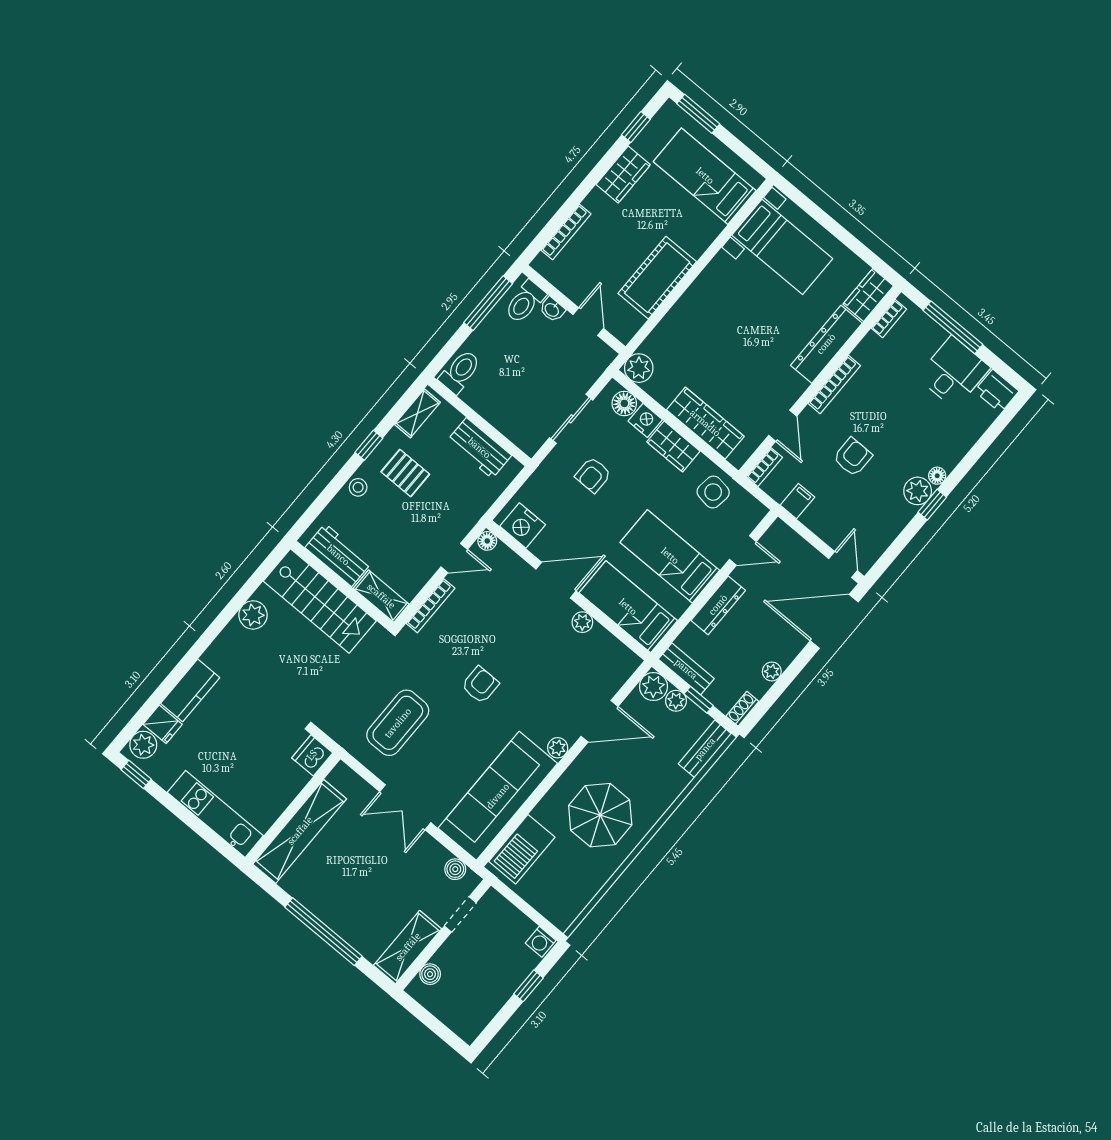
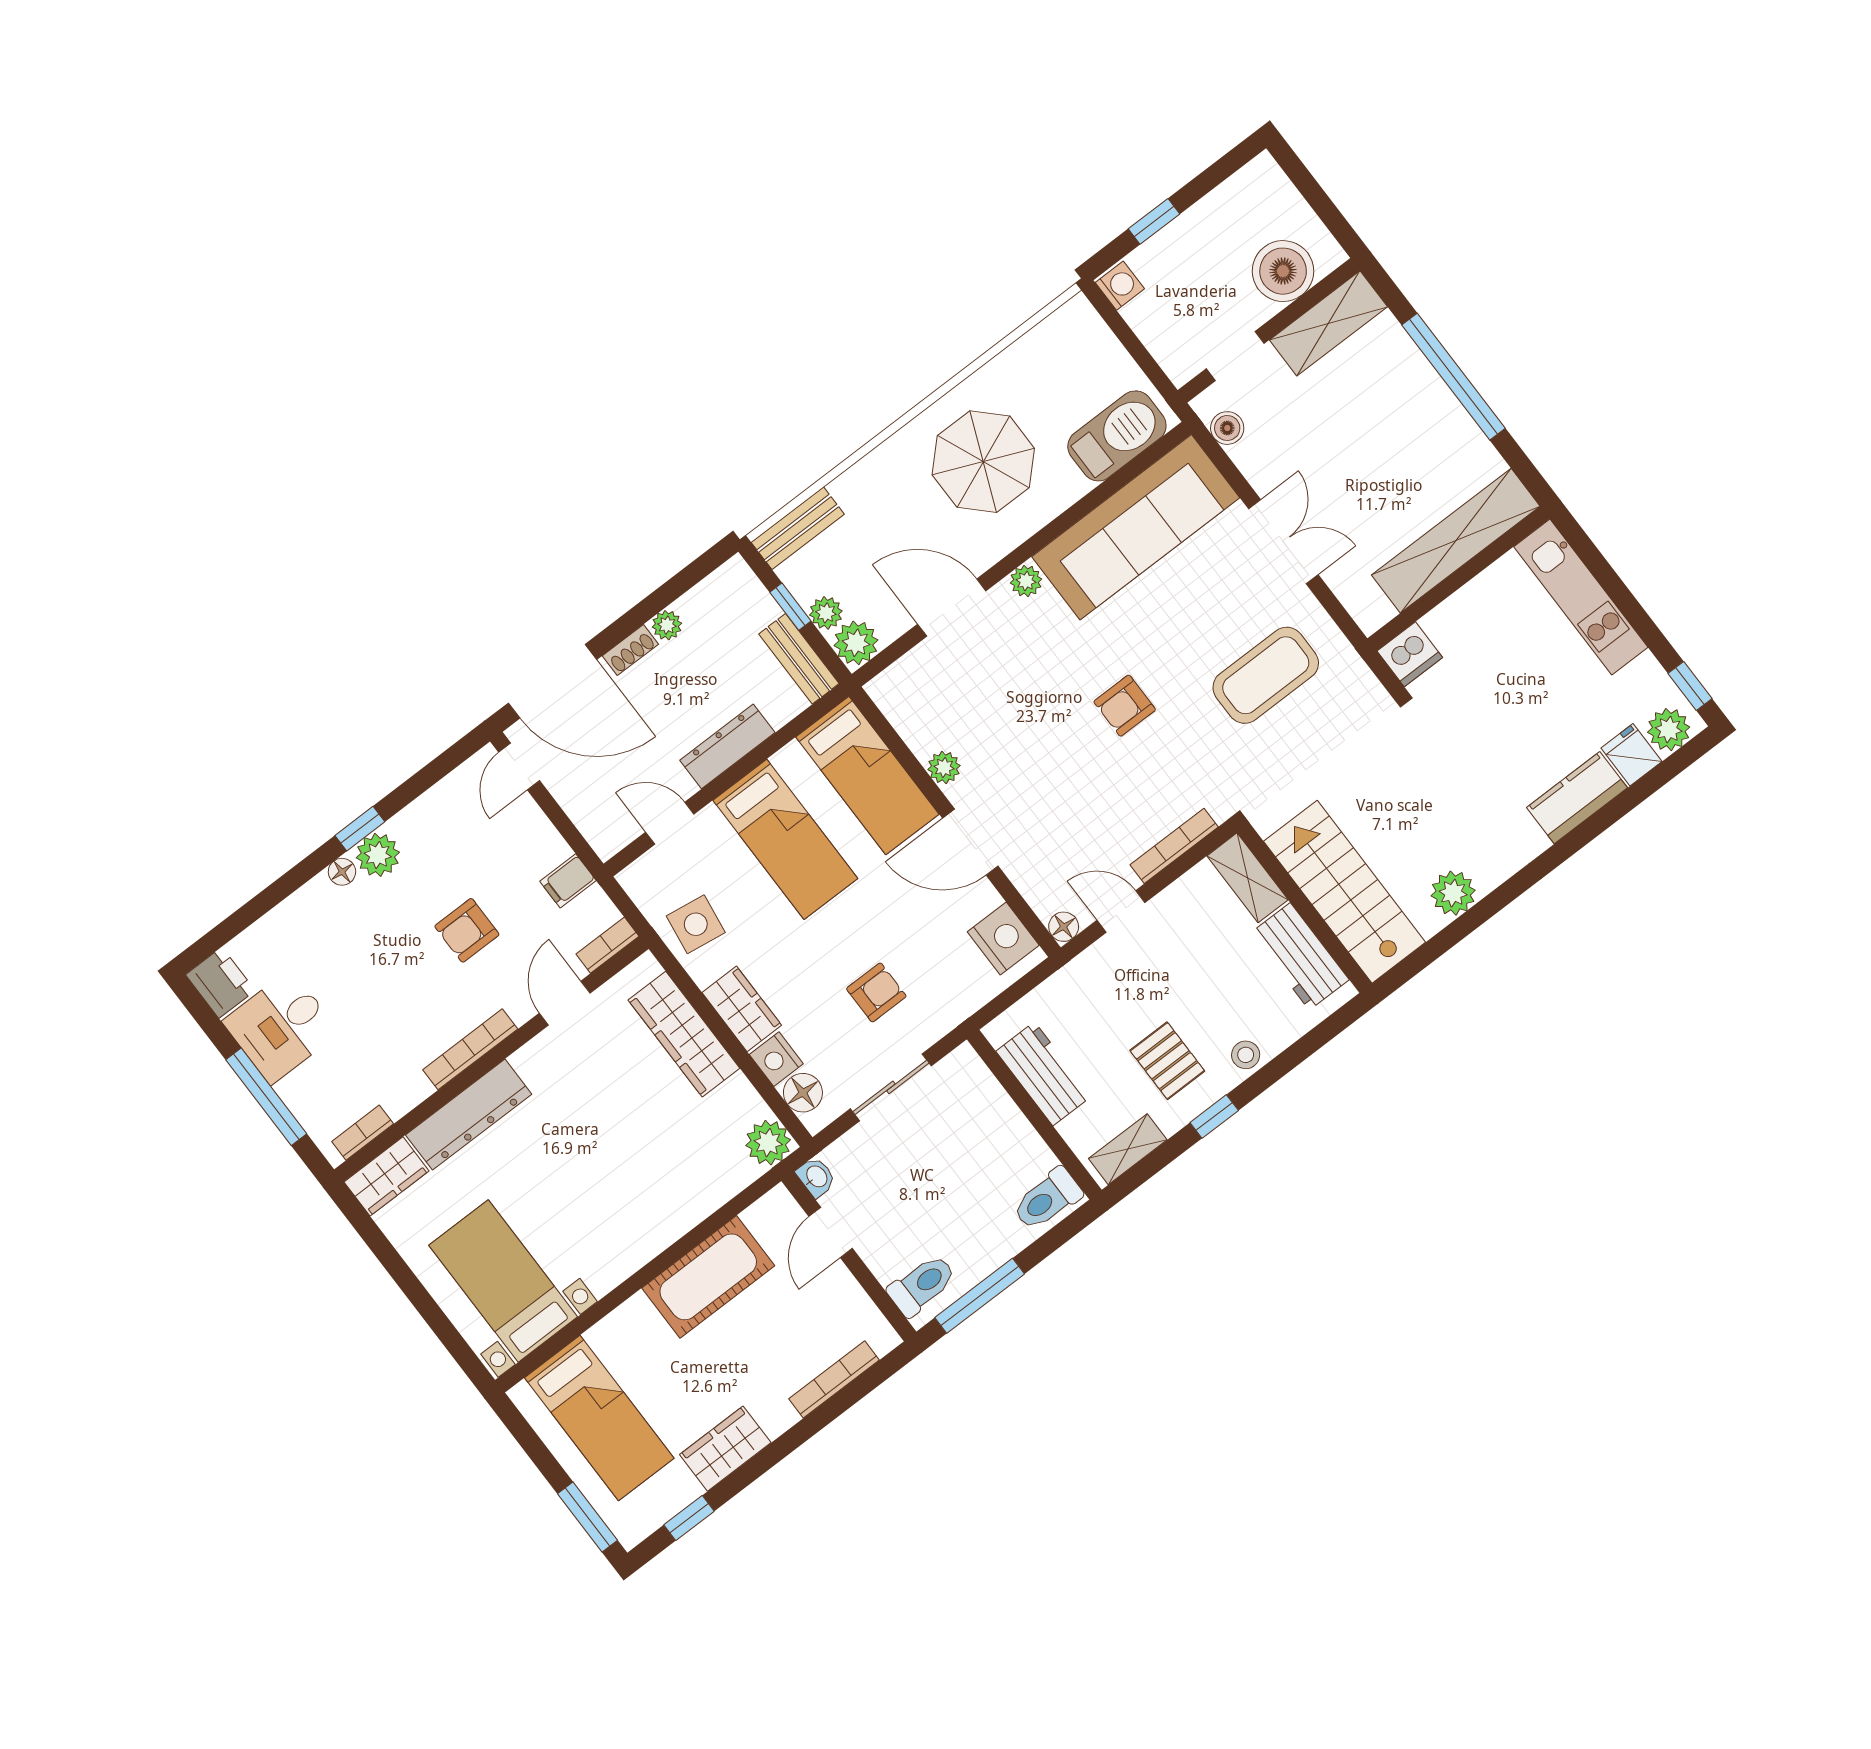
washbasin: (552, 310) -> (816, 1177), moved
shoe rack: (742, 709) -> (630, 650), moved
boiler: (430, 974) -> (1283, 271), width x1.86, depth x1.86

